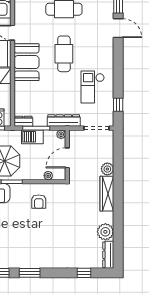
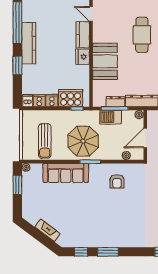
booth: (27, 62) -> (105, 61), moved
dresser: (23, 121) -> (115, 102), moved

